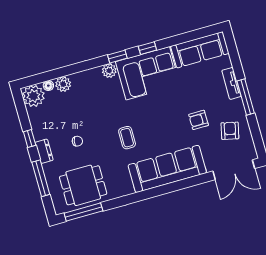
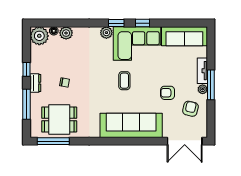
plant: (238, 105) -> (203, 89), added
coffee table: (127, 138) -> (124, 81), moved

